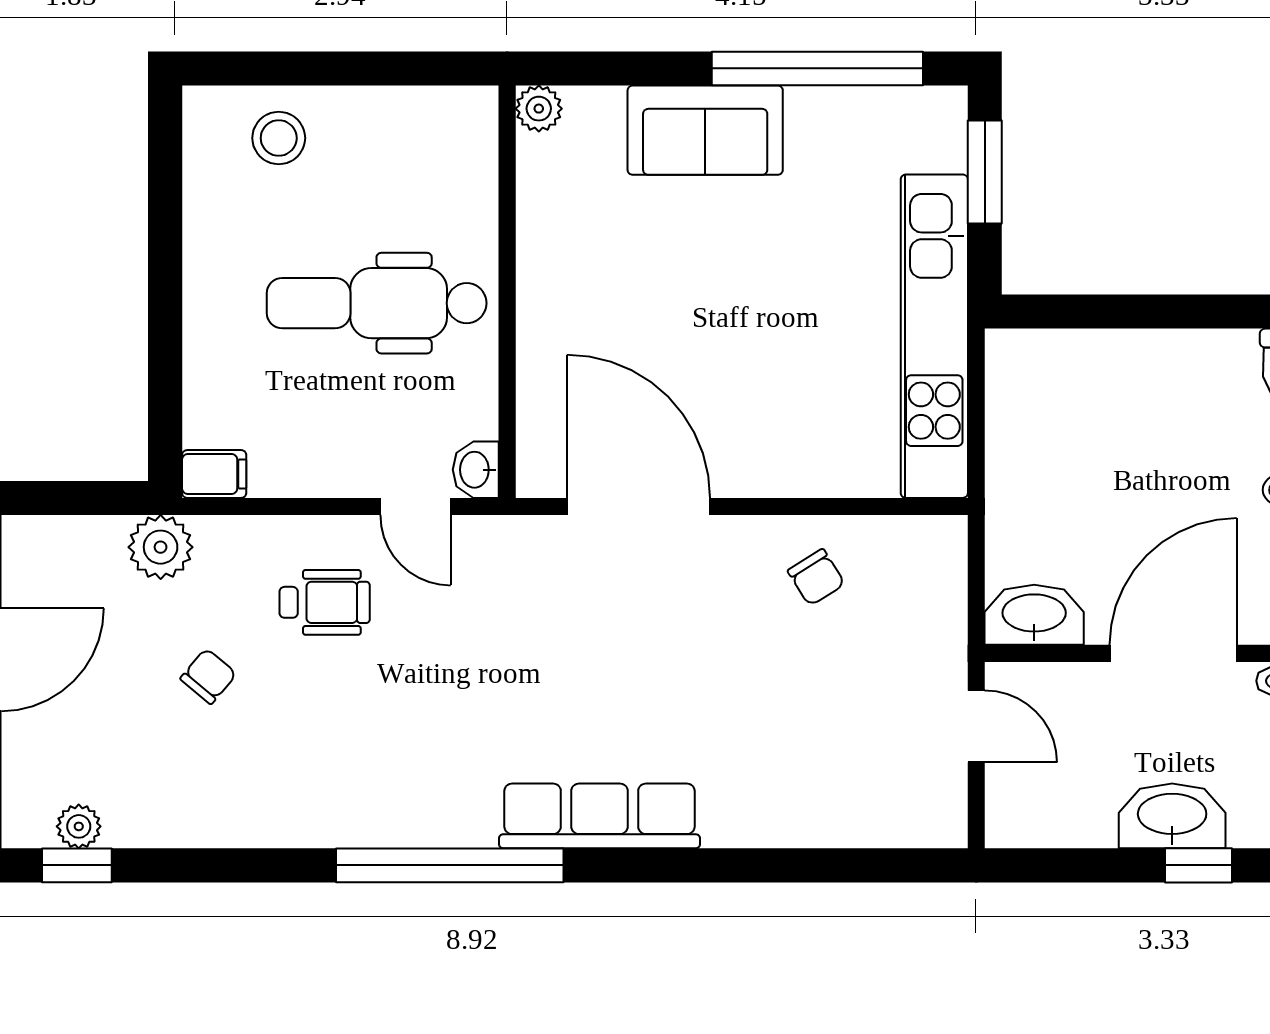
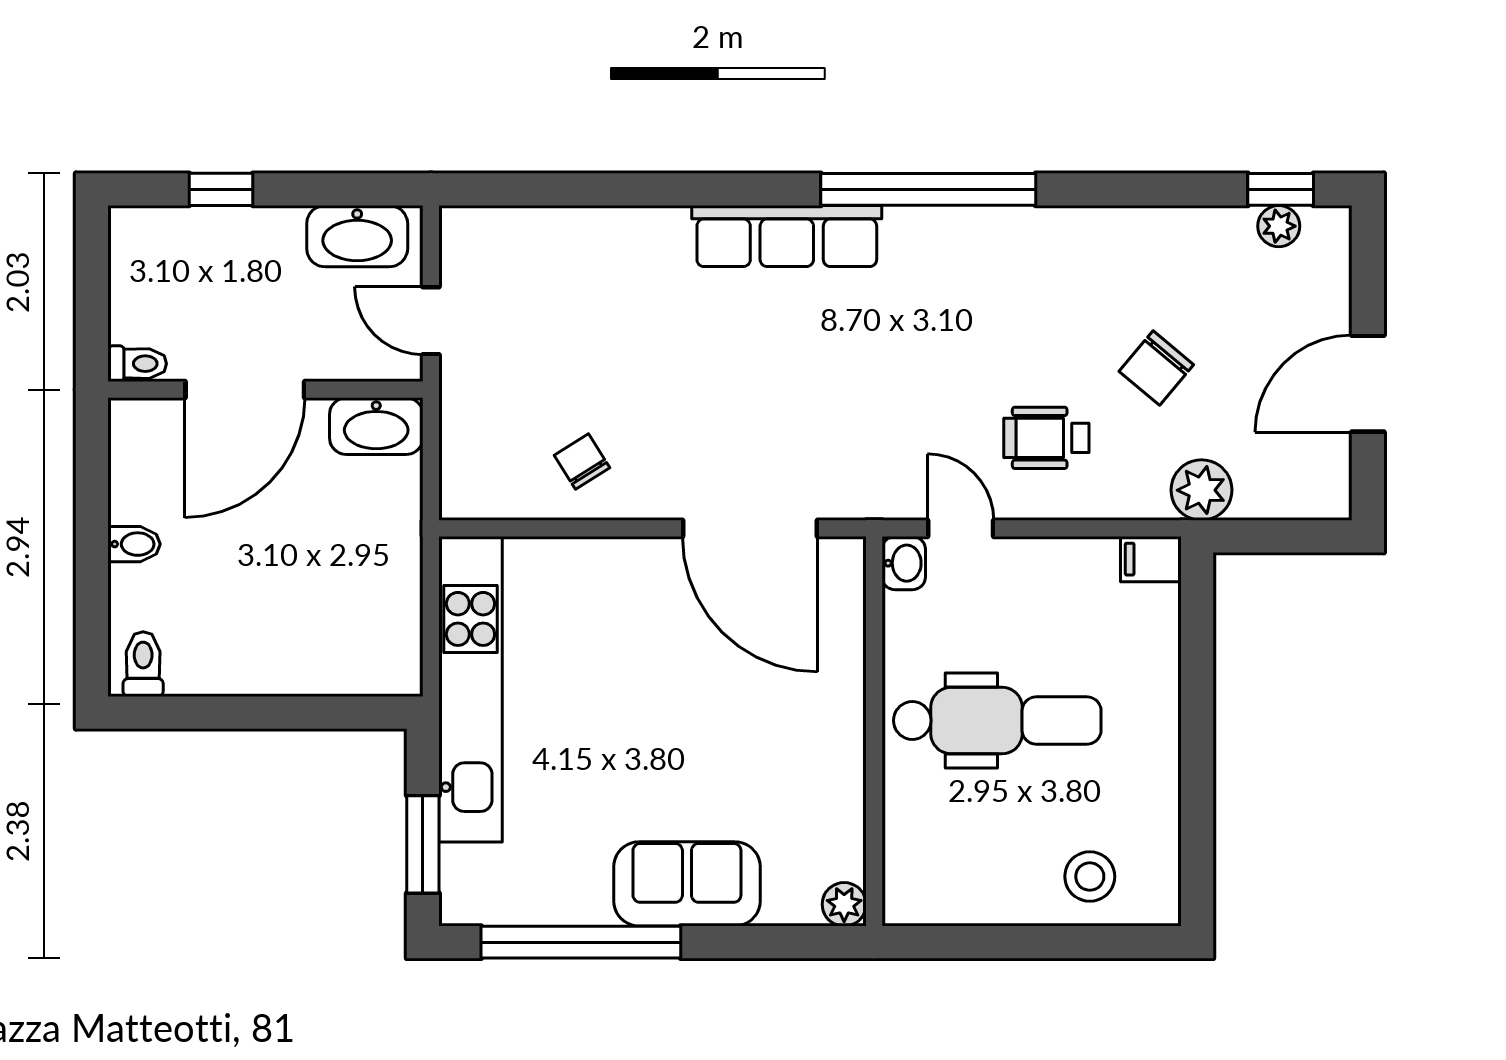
chair: (208, 676) -> (1156, 368), width x1.37, depth x1.37
washbasin: (1172, 816) -> (357, 236), moved

